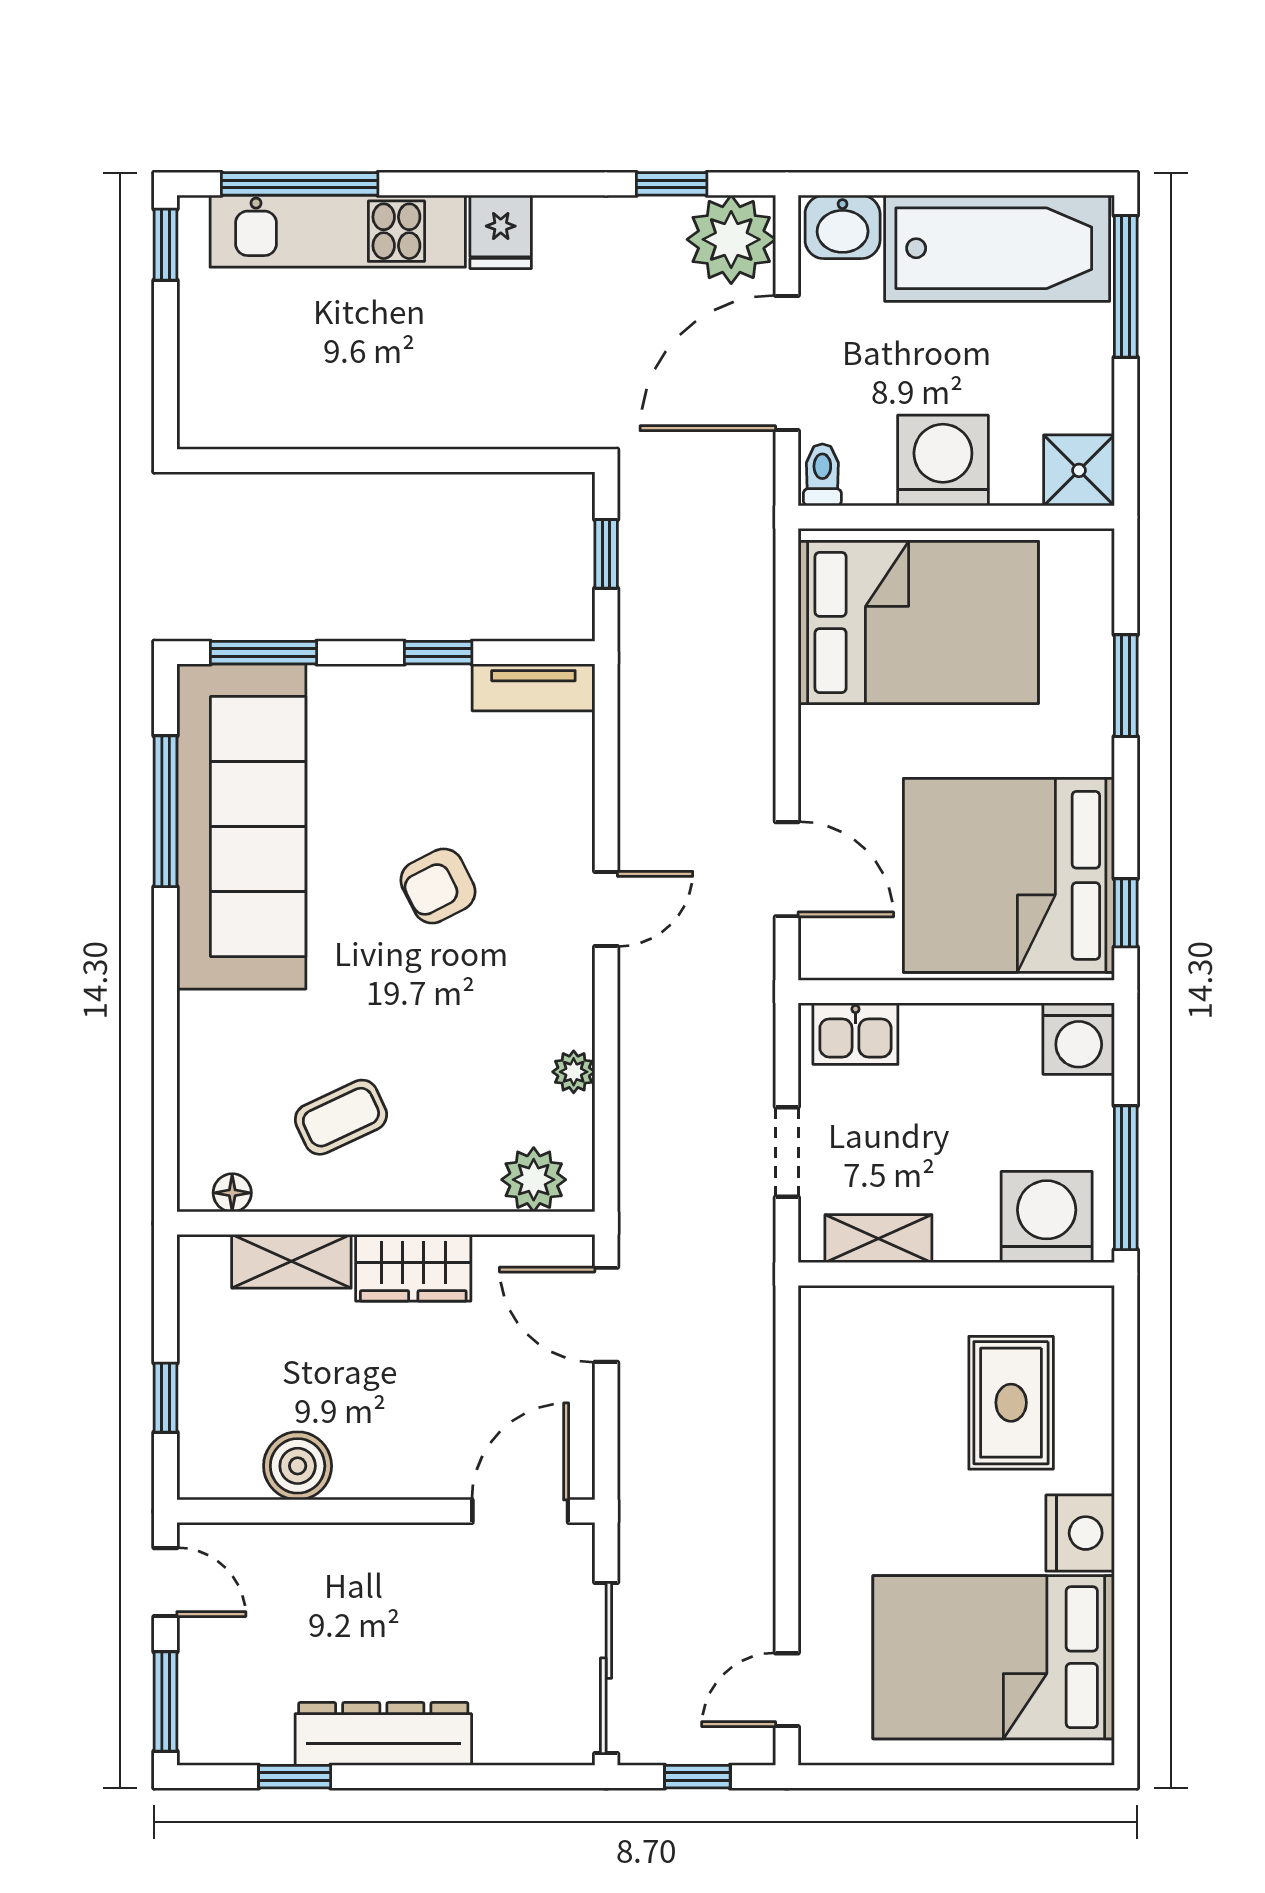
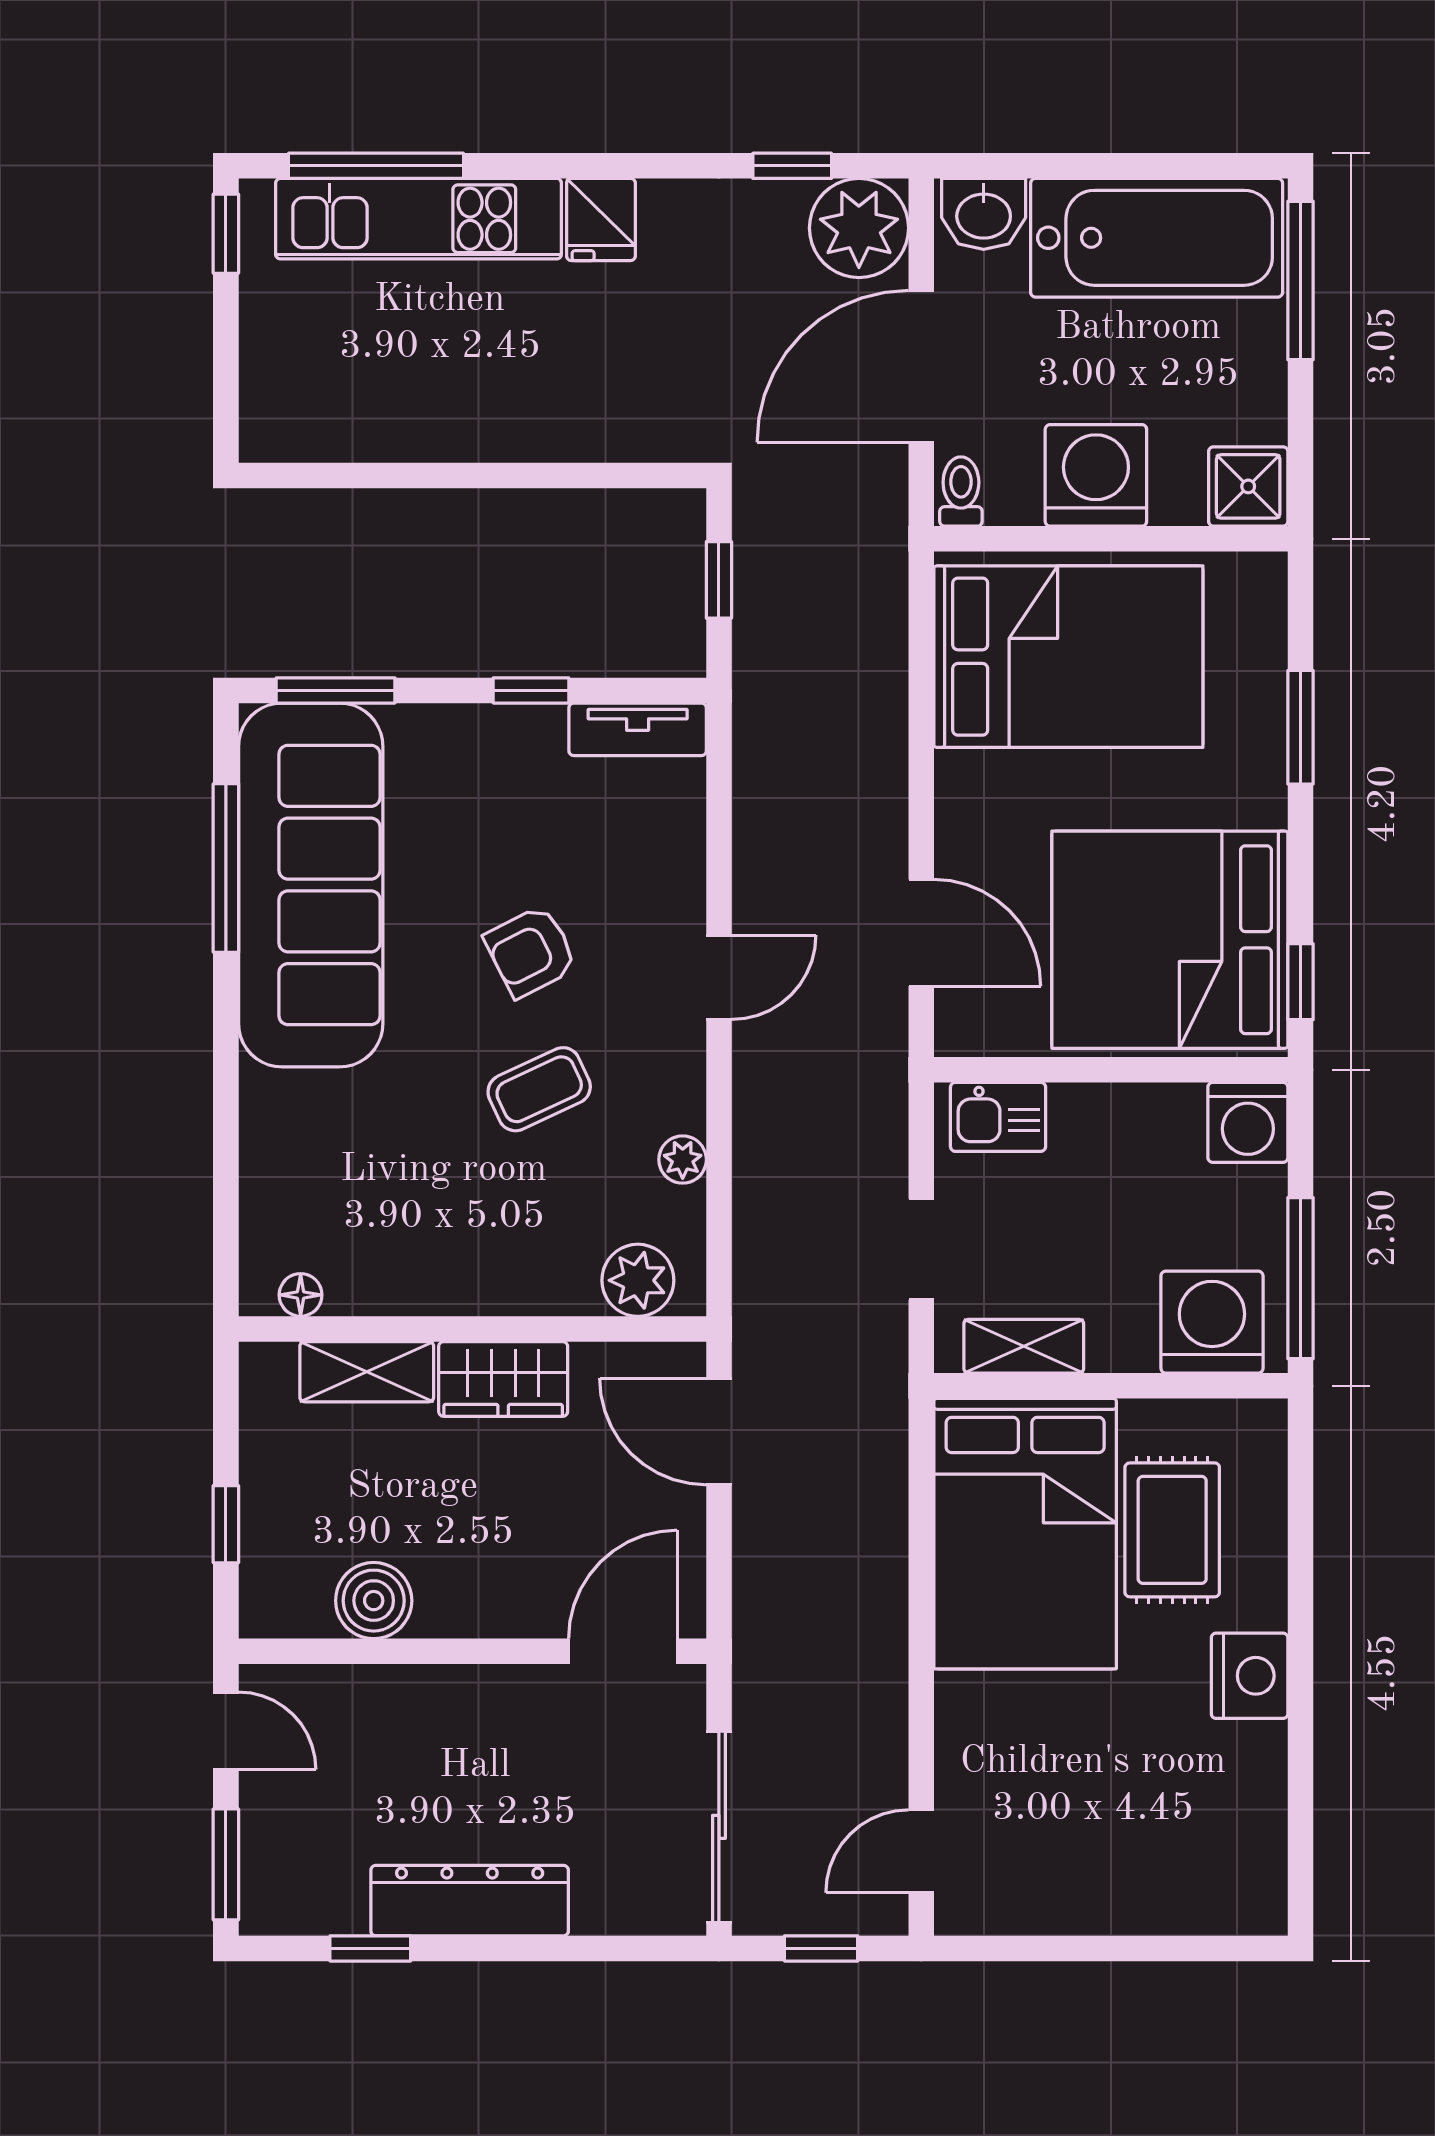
coffee table: (341, 1117) -> (539, 1089), moved
bed: (994, 1657) -> (1025, 1534), moved, turned -90

